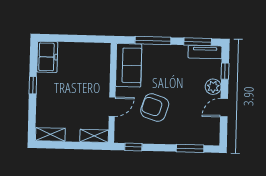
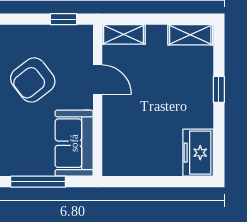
window: (33, 85) -> (219, 89), moved
door: (112, 107) -> (98, 80), swing flipped
armchair: (155, 108) -> (33, 80), turned 124

